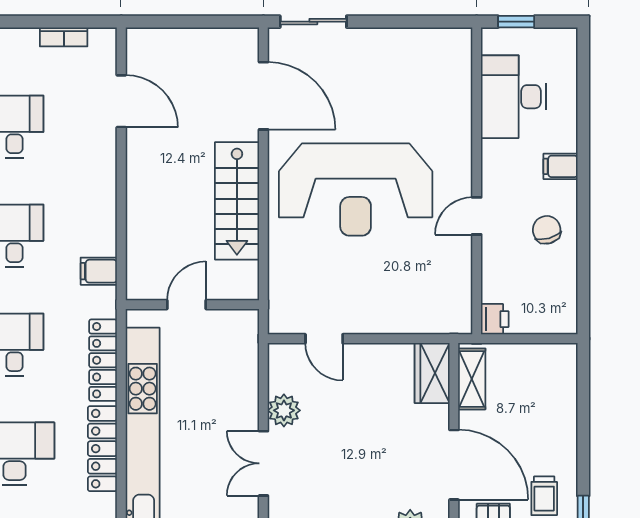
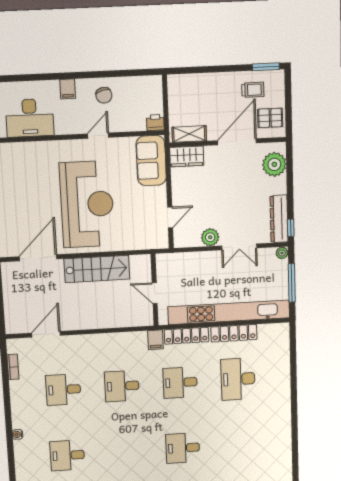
door: (477, 216) -> (98, 136), swing flipped
chair: (547, 230) -> (104, 95), turned -88
filing cabinet: (99, 271) -> (155, 340), moved
sofa: (428, 309) -> (151, 161), added

